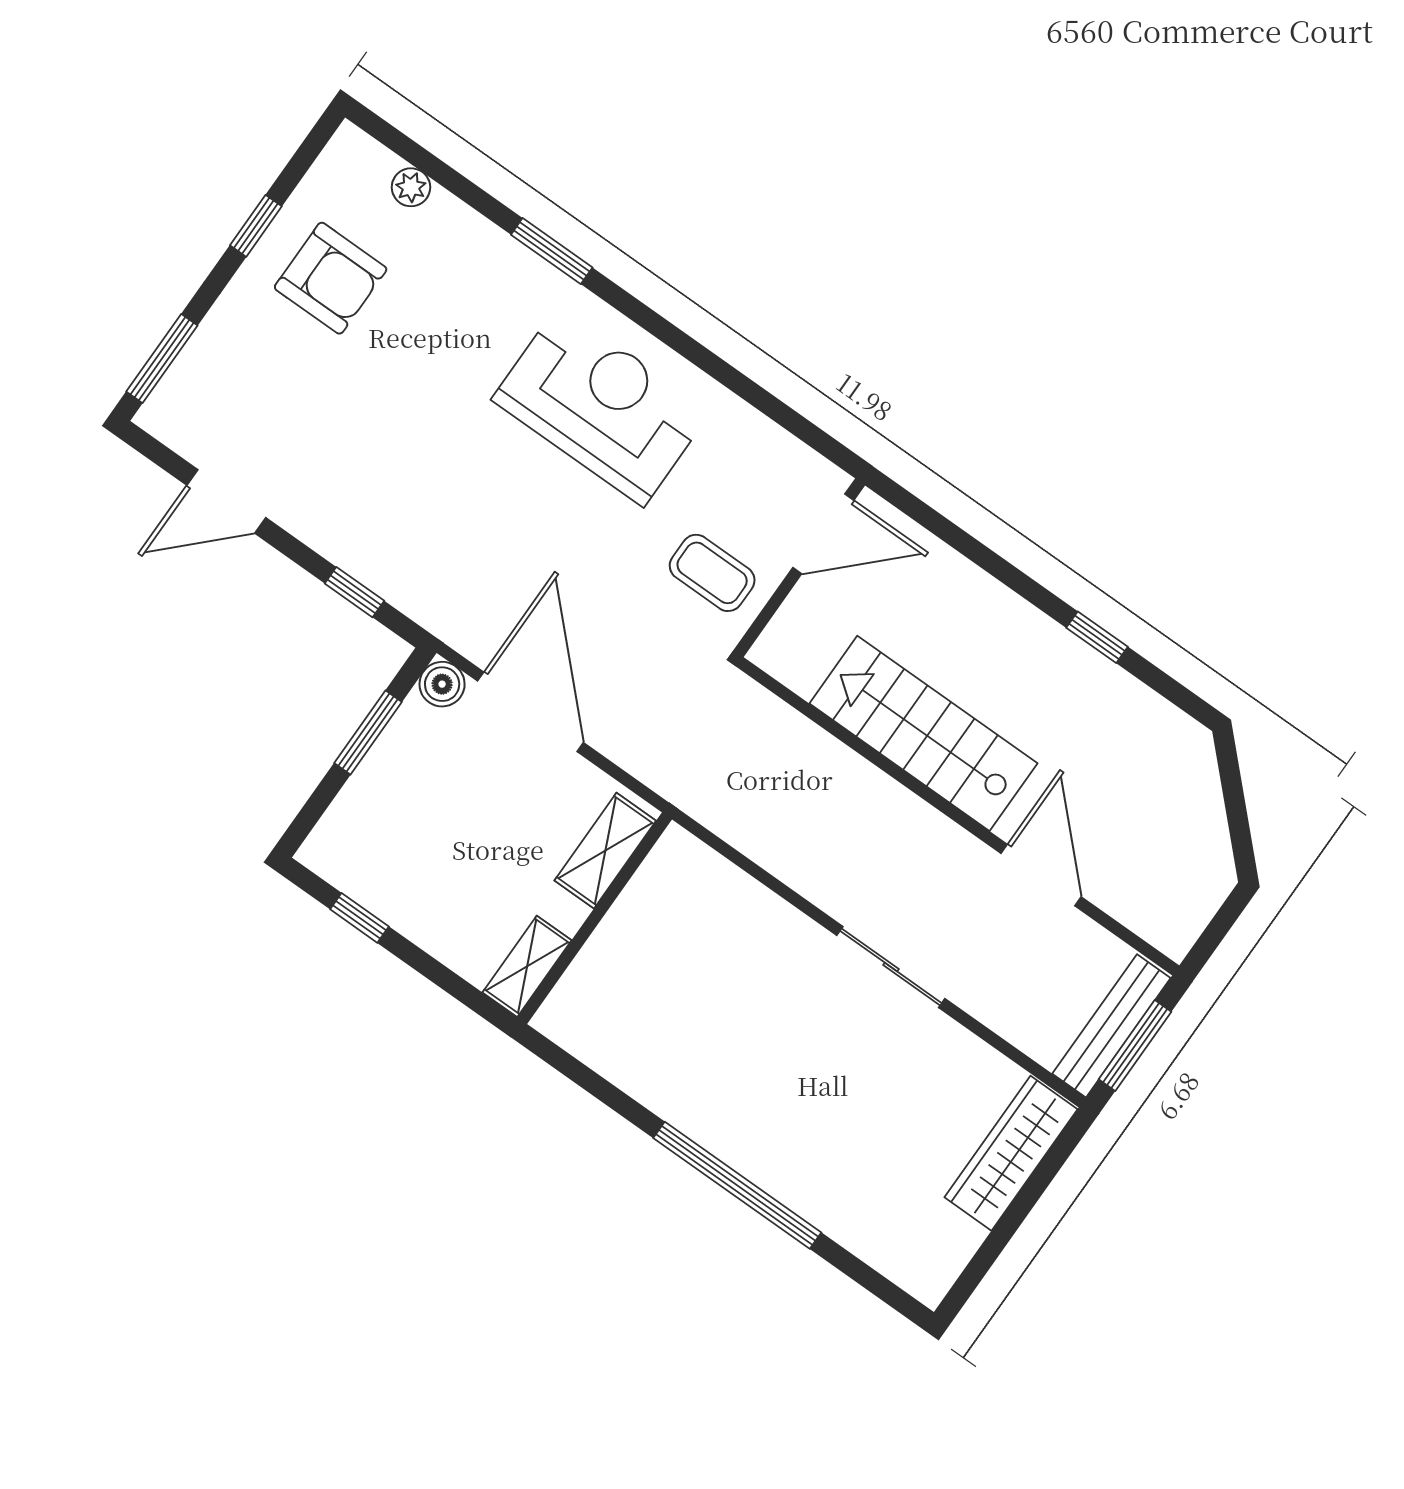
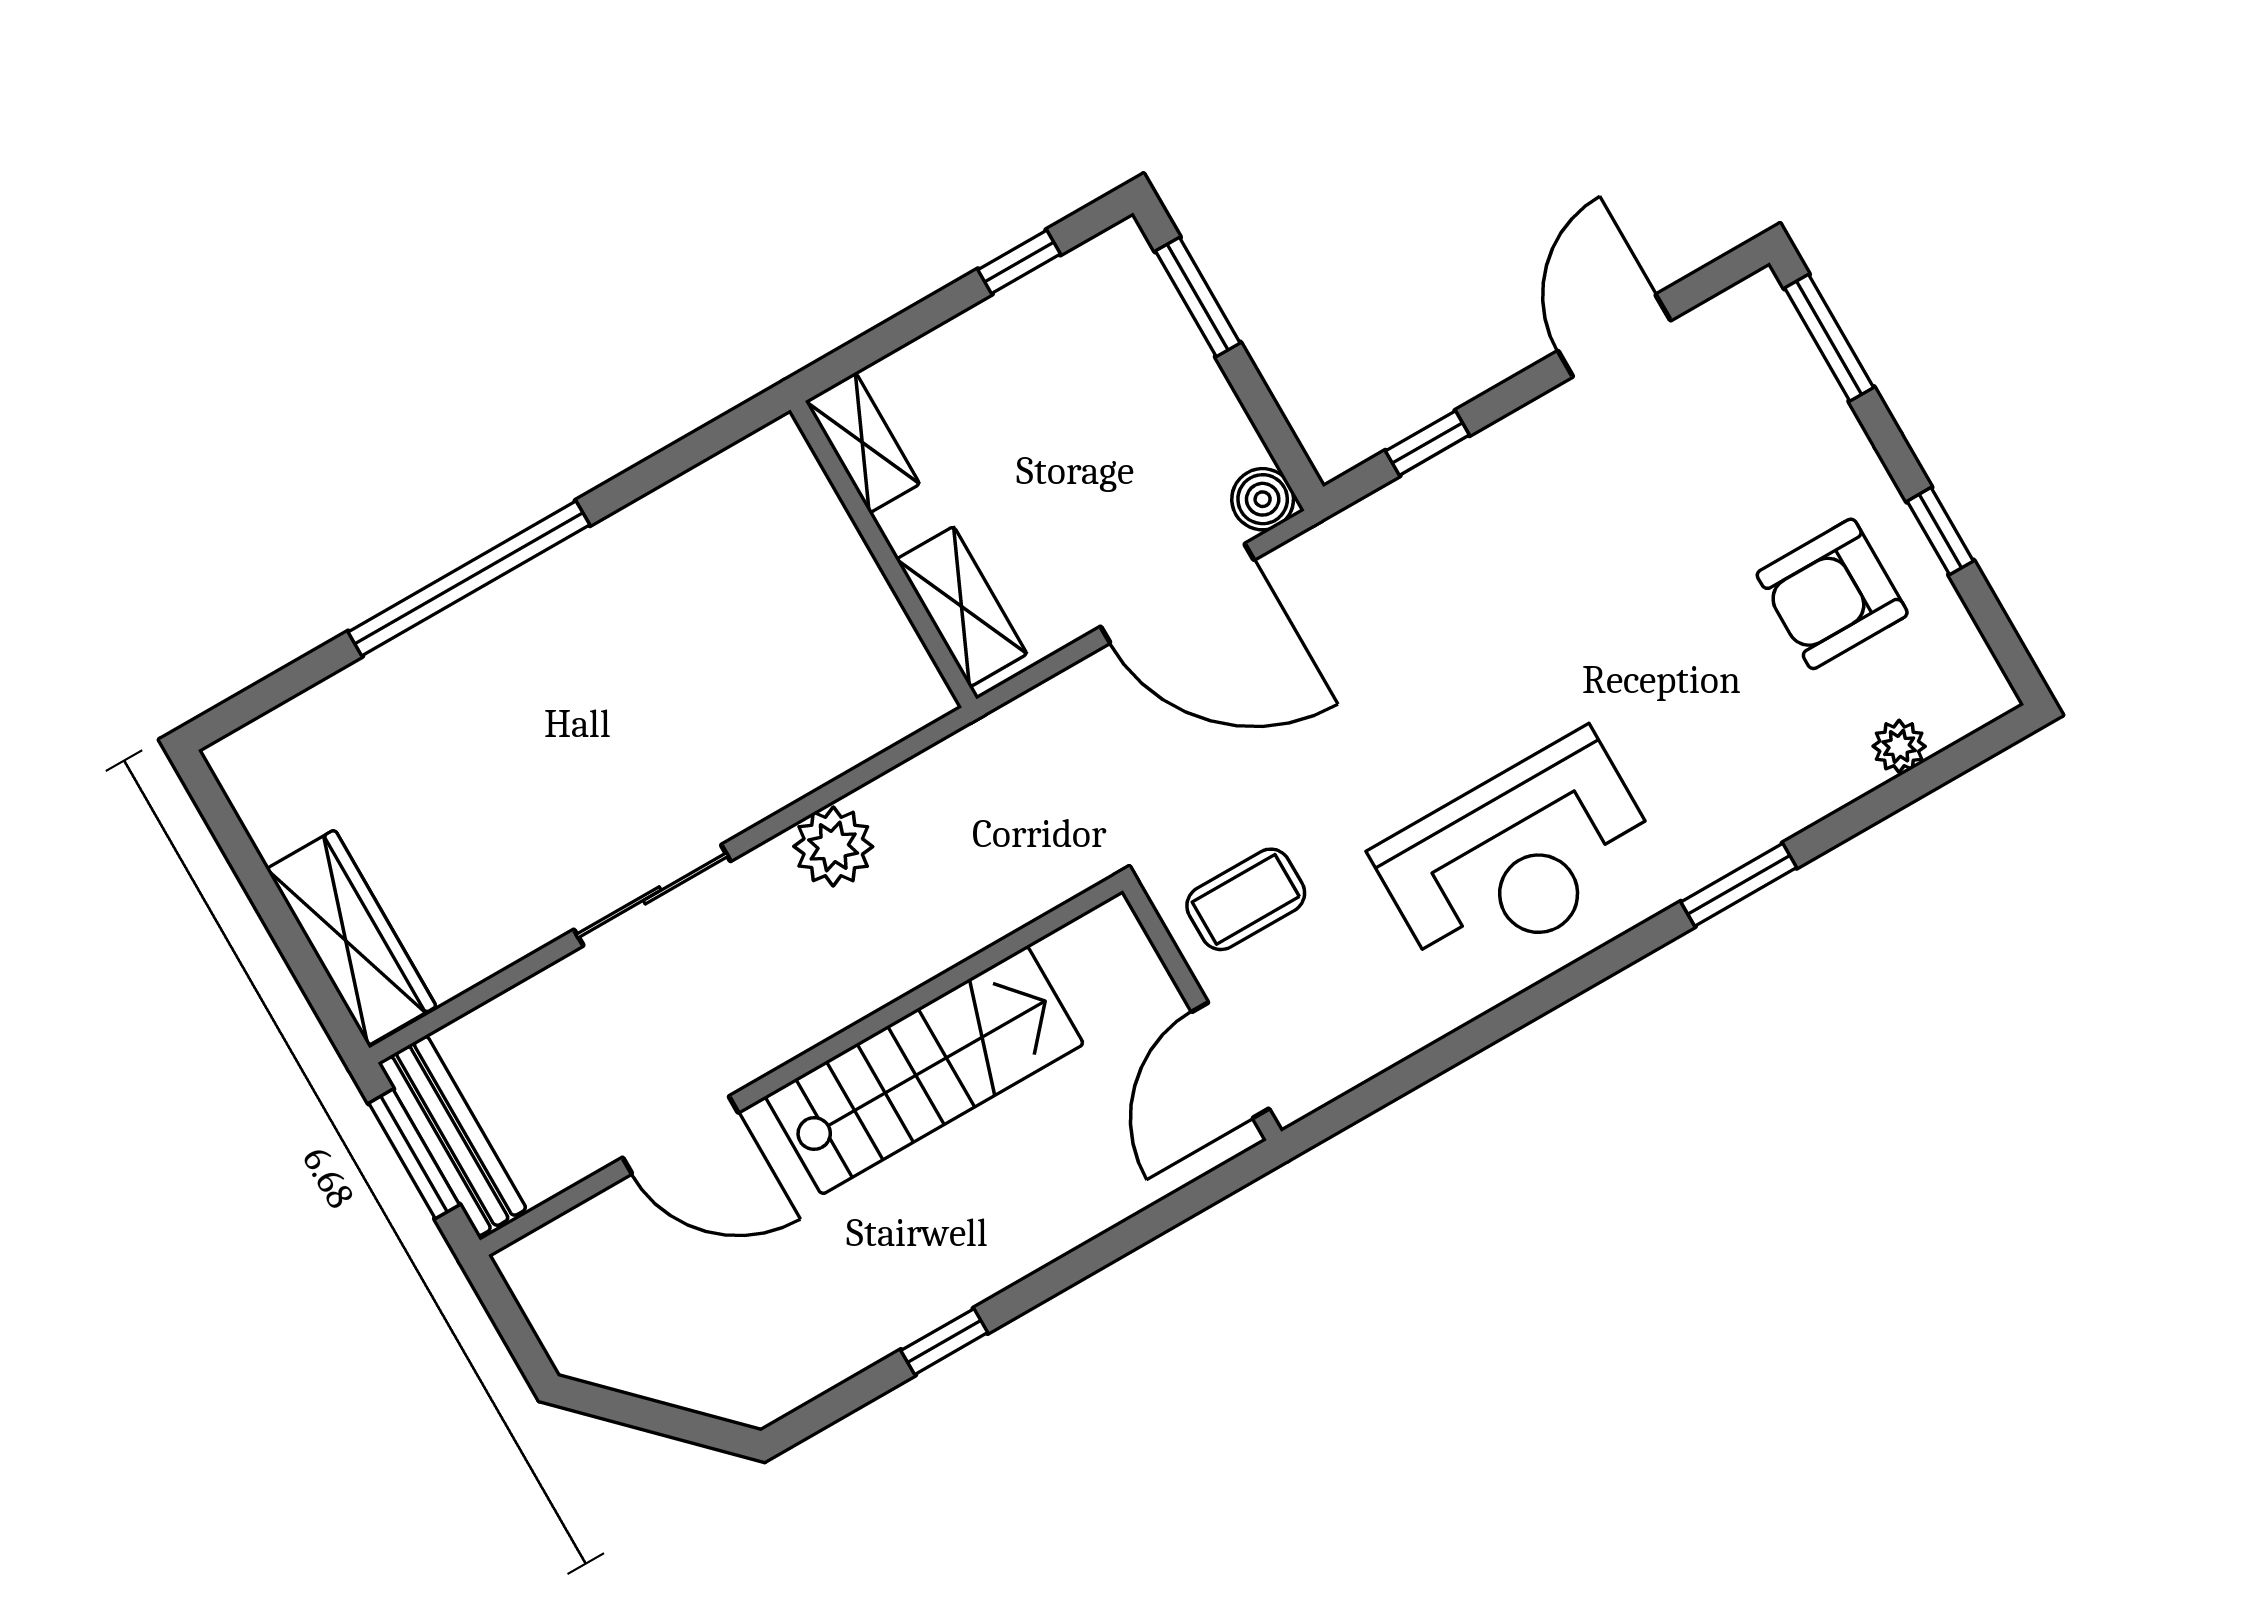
window: (368, 732) -> (1198, 297), moved
plant: (803, 862) -> (833, 846), added

